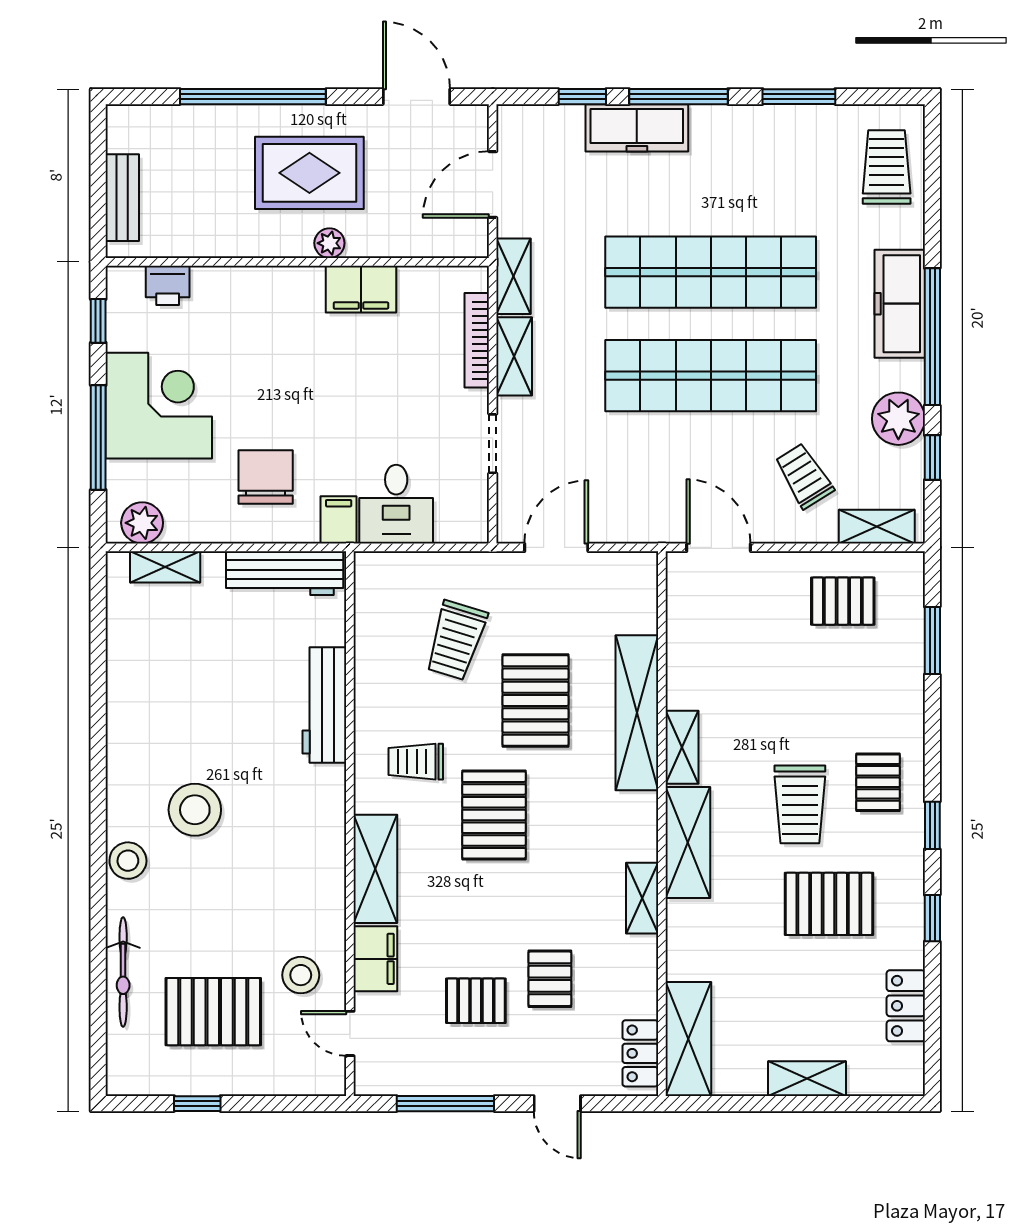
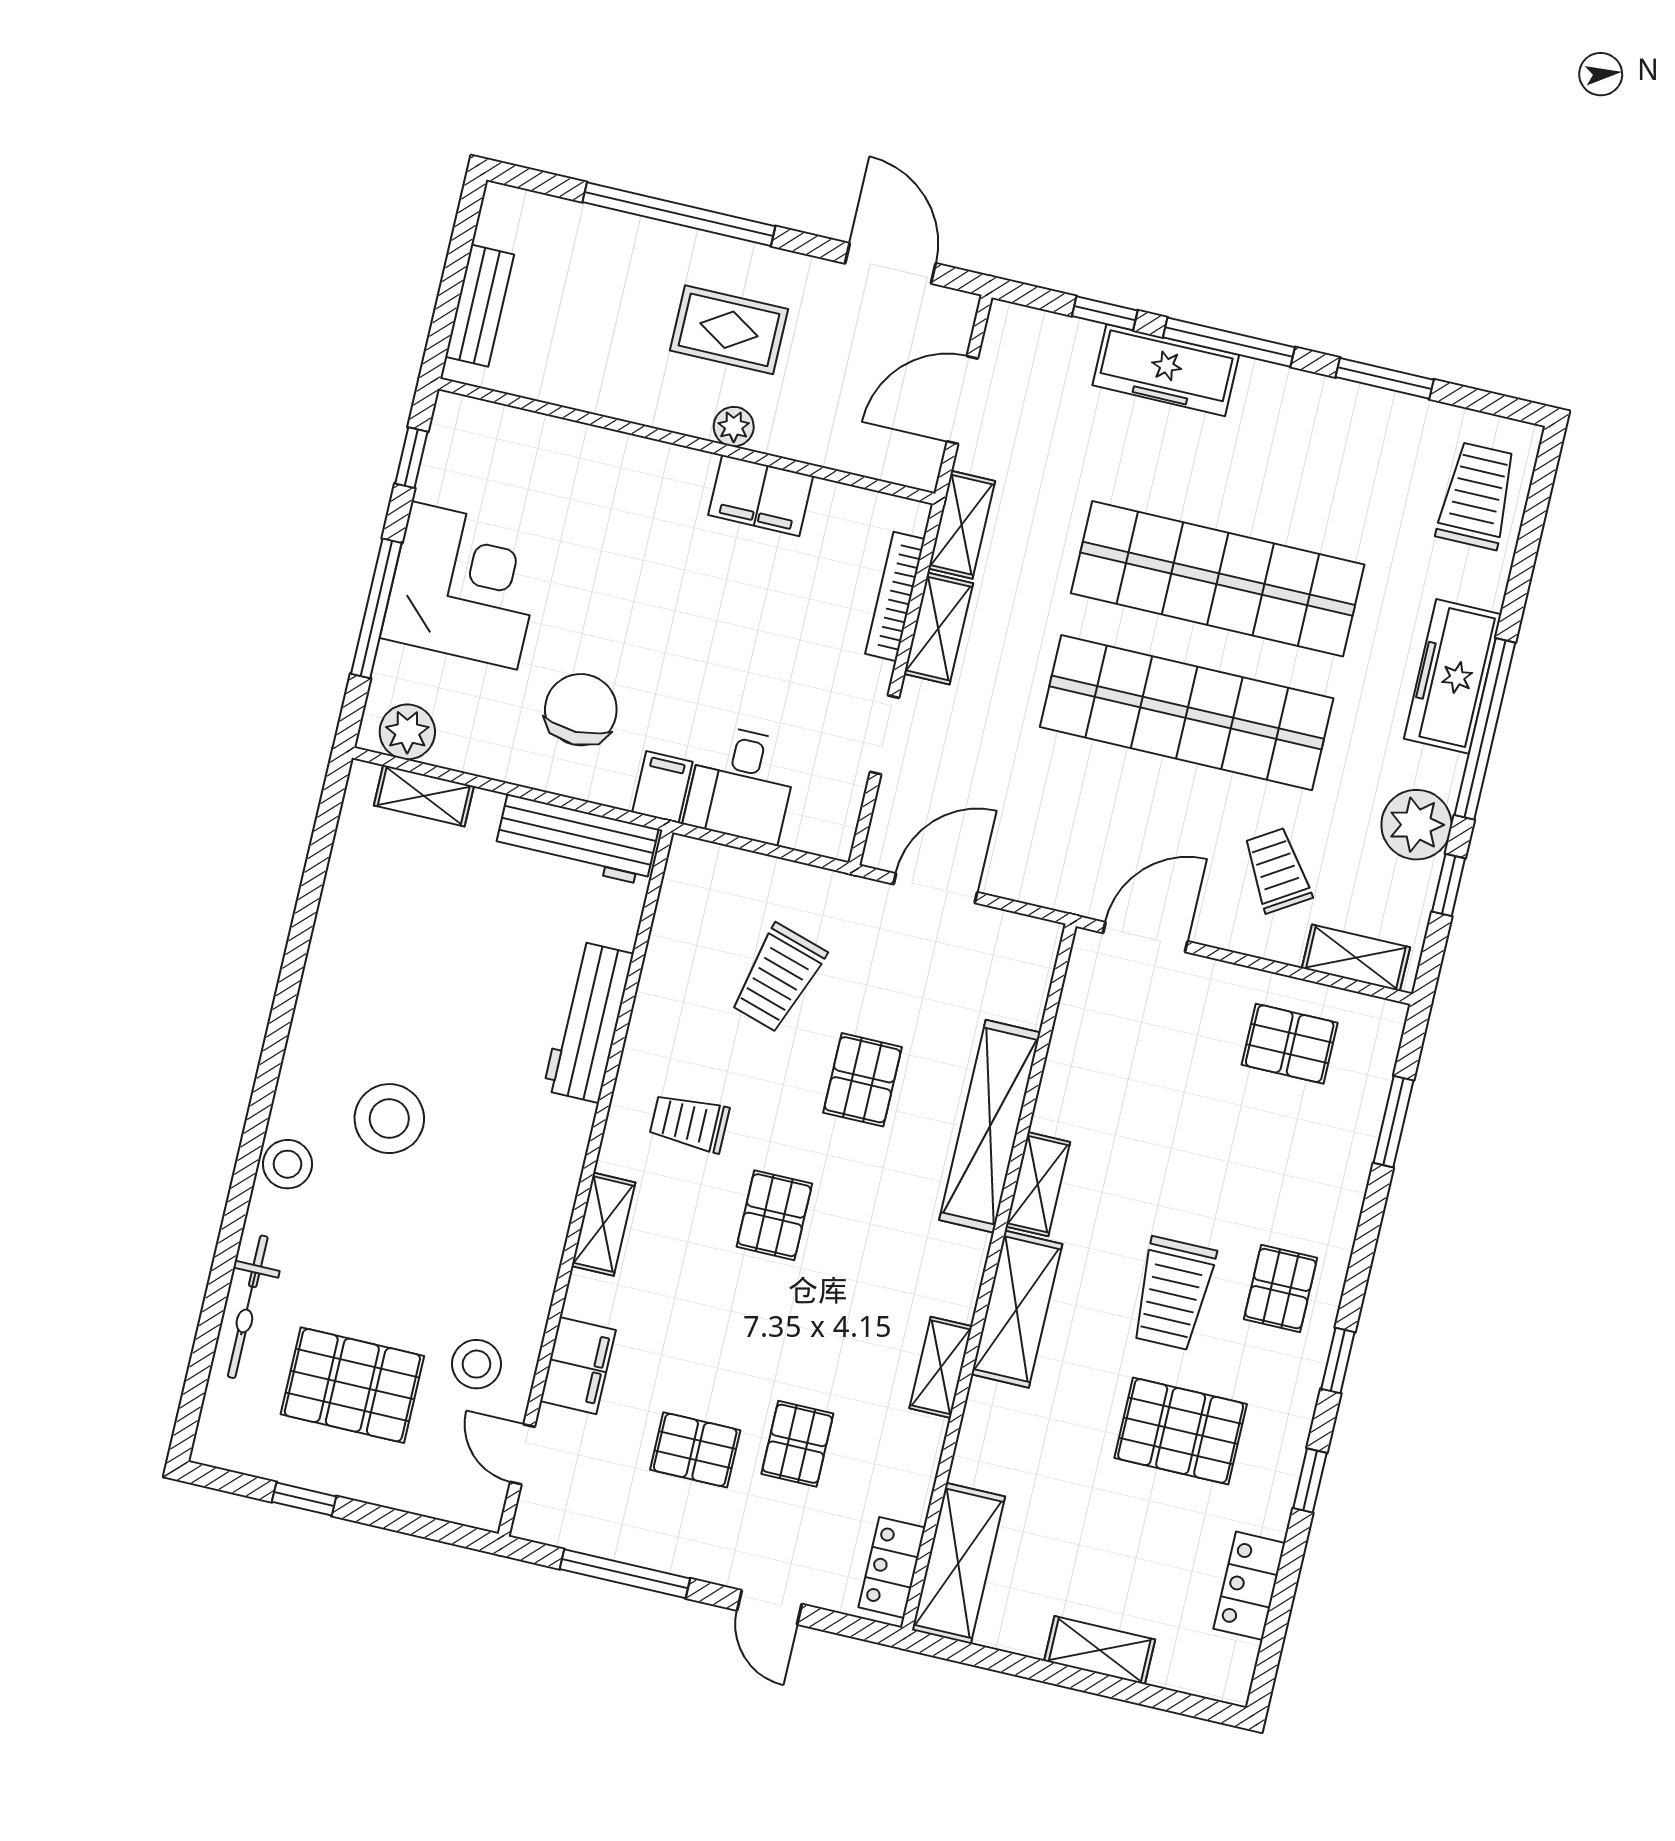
rug: (309, 173) -> (729, 330), width x0.73, depth x0.70
printer: (168, 285) -> (512, 433), removed
door: (719, 547) -> (1145, 937), hinge flipped
pallet: (535, 700) -> (862, 1080), width x0.67, depth x0.71
pallet: (494, 815) -> (774, 1215), width x0.67, depth x0.71
shelving: (375, 869) -> (603, 1224), width x0.67, depth x0.75

